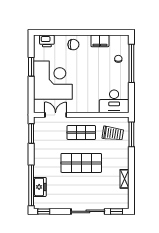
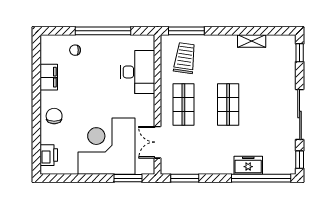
window: (131, 63) -> (103, 31), moved
window: (31, 67) -> (128, 178), moved
desk: (114, 101) -> (138, 72), moved
shop shelf: (81, 163) -> (228, 105), width x0.70, depth x0.74
freezer: (40, 187) -> (248, 165), moved
sliding door: (88, 211) -> (300, 114), moved

